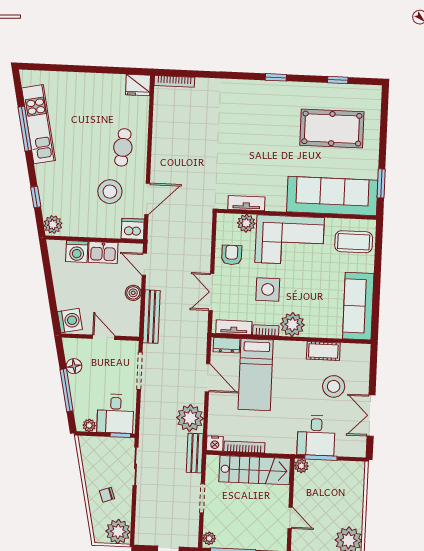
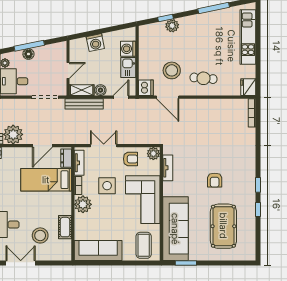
window: (338, 80) -> (258, 210), moved
kitchen unit: (39, 124) -> (248, 37), moved, turned 102
armchair: (267, 138) -> (215, 180), added
plant: (246, 223) -> (153, 154), moved
plant: (53, 224) -> (172, 26), moved
shelving: (132, 319) -> (82, 90), added
washing machine: (70, 321) -> (95, 43), moved
floor lamp: (74, 366) -> (28, 54), moved

